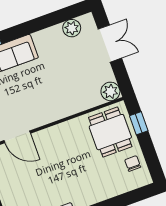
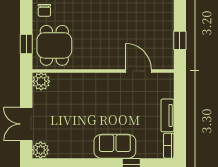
plant: (72, 28) -> (41, 150), moved

